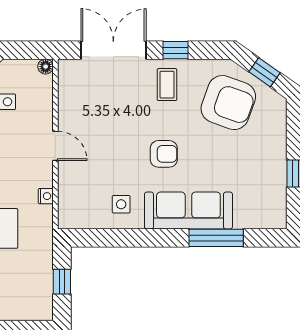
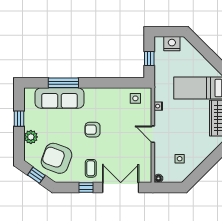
double door: (113, 50) -> (121, 188), swing flipped
plant: (274, 141) -> (31, 137), added
side table: (121, 204) -> (135, 98), moved
sofa: (188, 211) -> (60, 98), moved
nightstand: (21, 308) -> (172, 44), added

